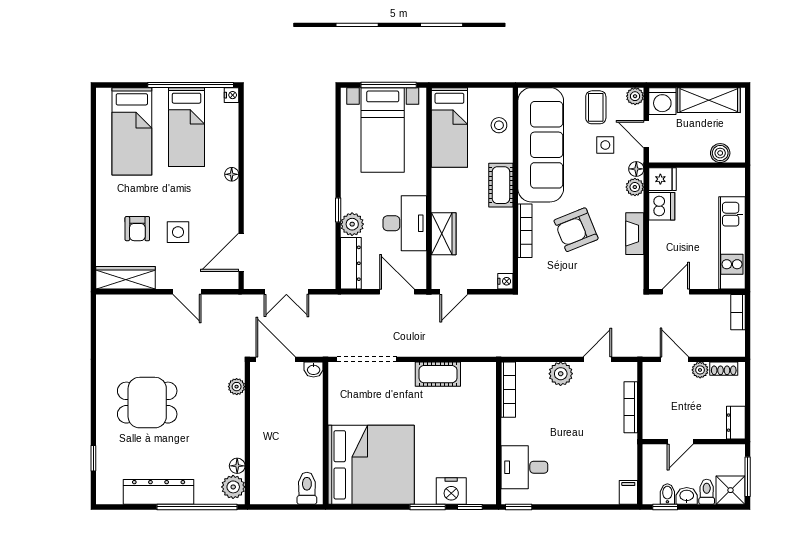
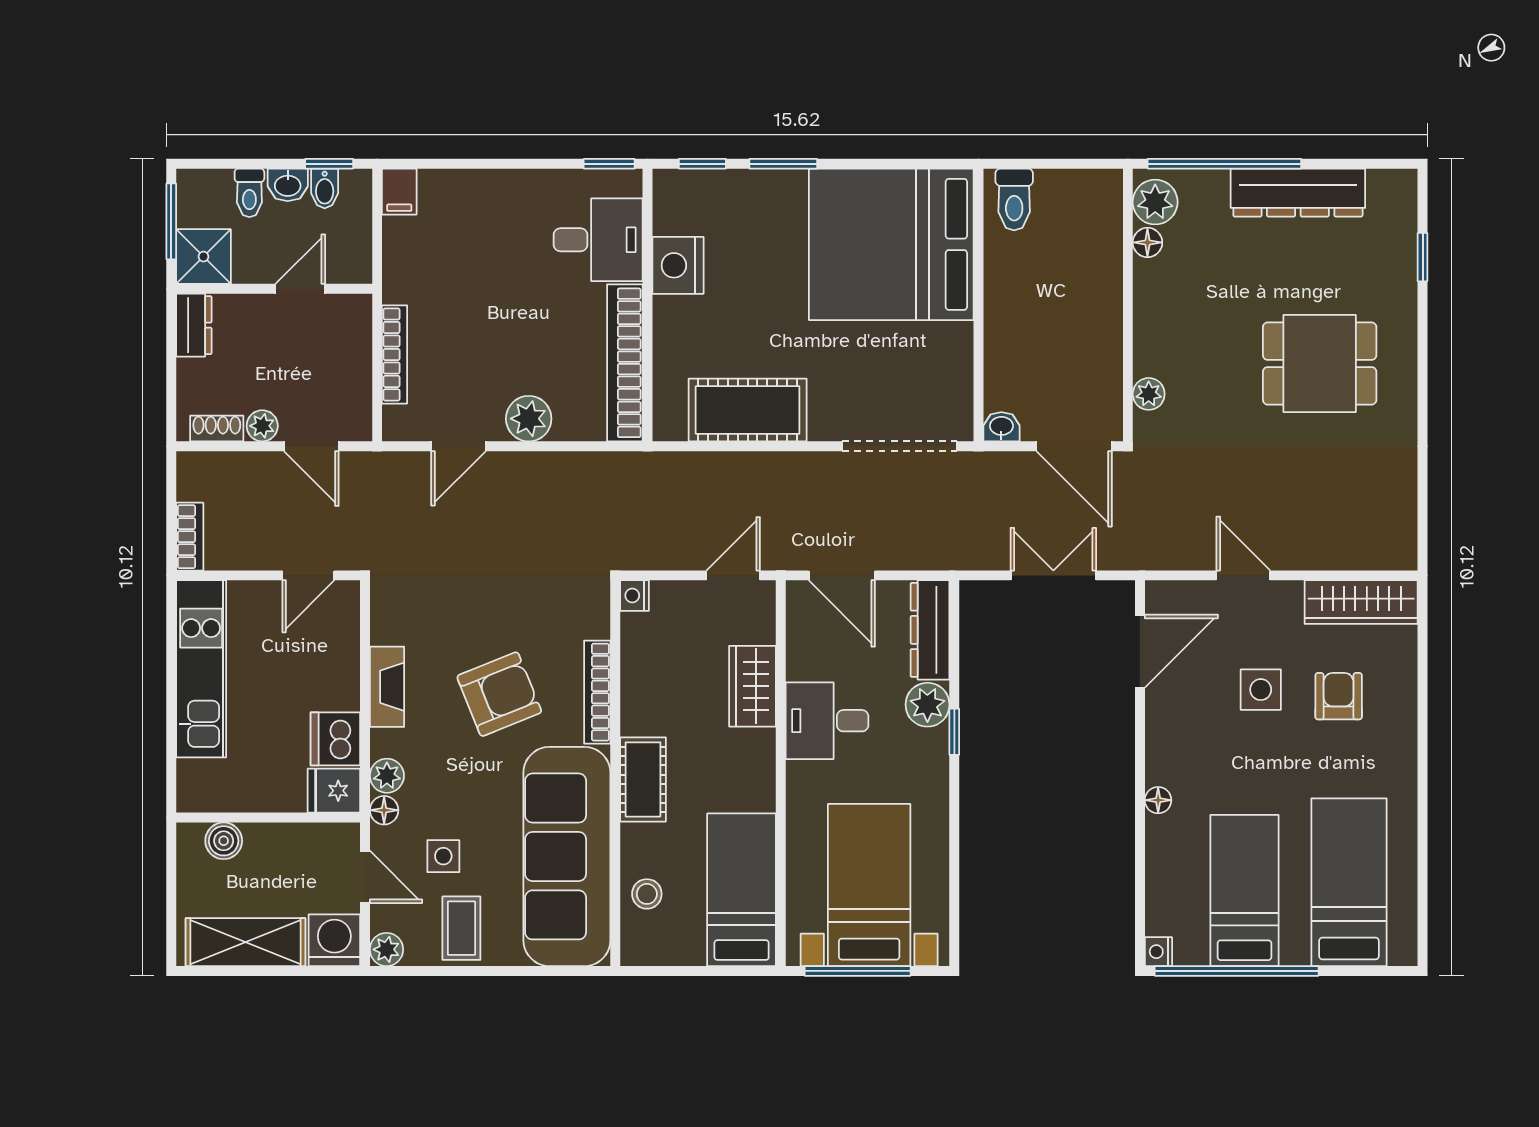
desk: (405, 223) -> (827, 721), width x0.73
cot: (438, 374) -> (748, 410), width x1.37, depth x1.34
bookcase: (508, 390) -> (625, 363), width x1.48, depth x1.31
shower: (730, 490) -> (203, 257), moved
nightstand: (451, 491) -> (678, 265), moved, turned -90

